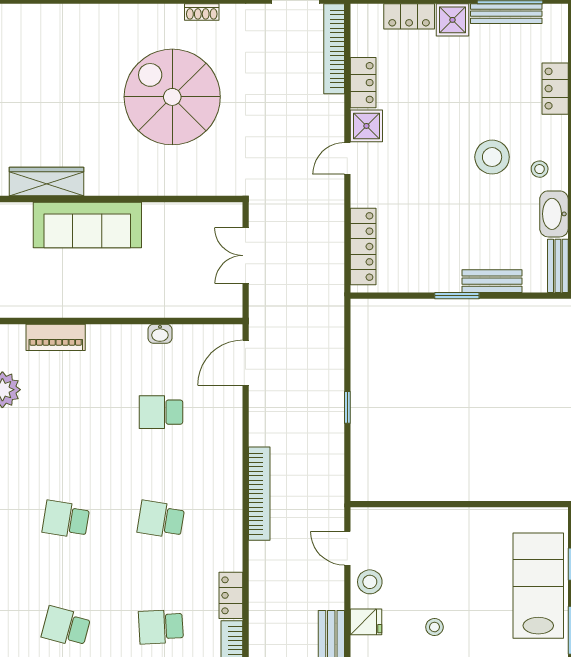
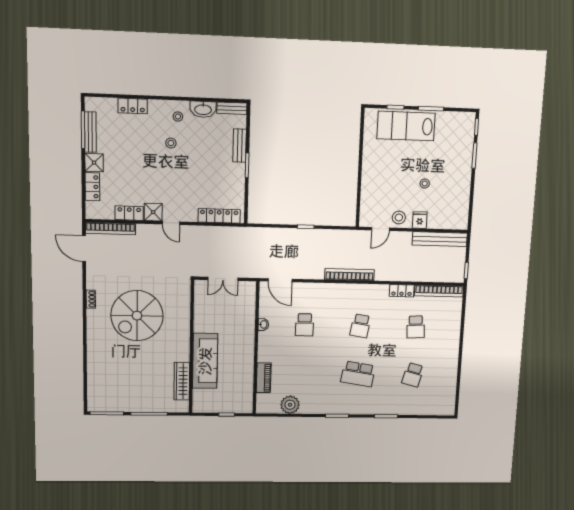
stool: (492, 157) -> (171, 143), width x0.53, depth x0.53
school desk: (66, 519) -> (358, 374), width x1.85

